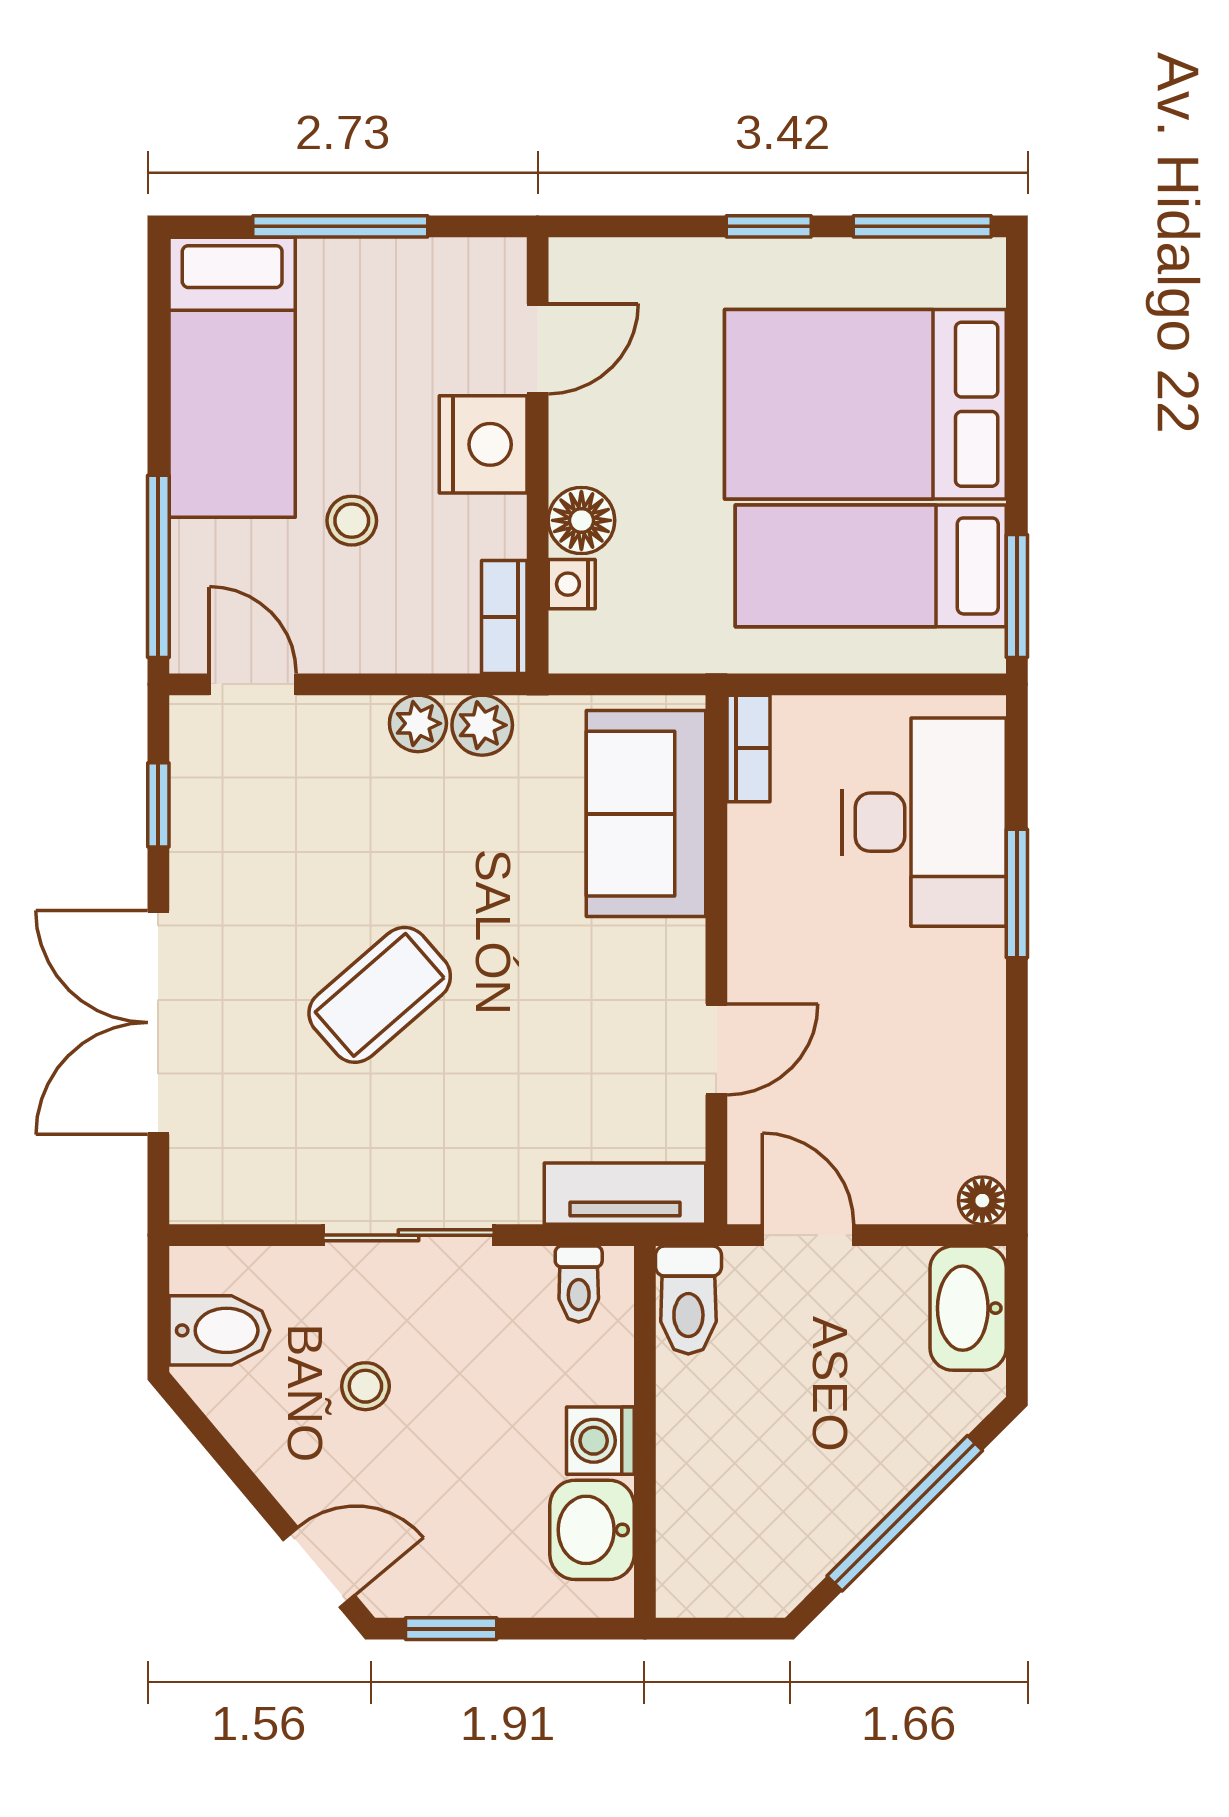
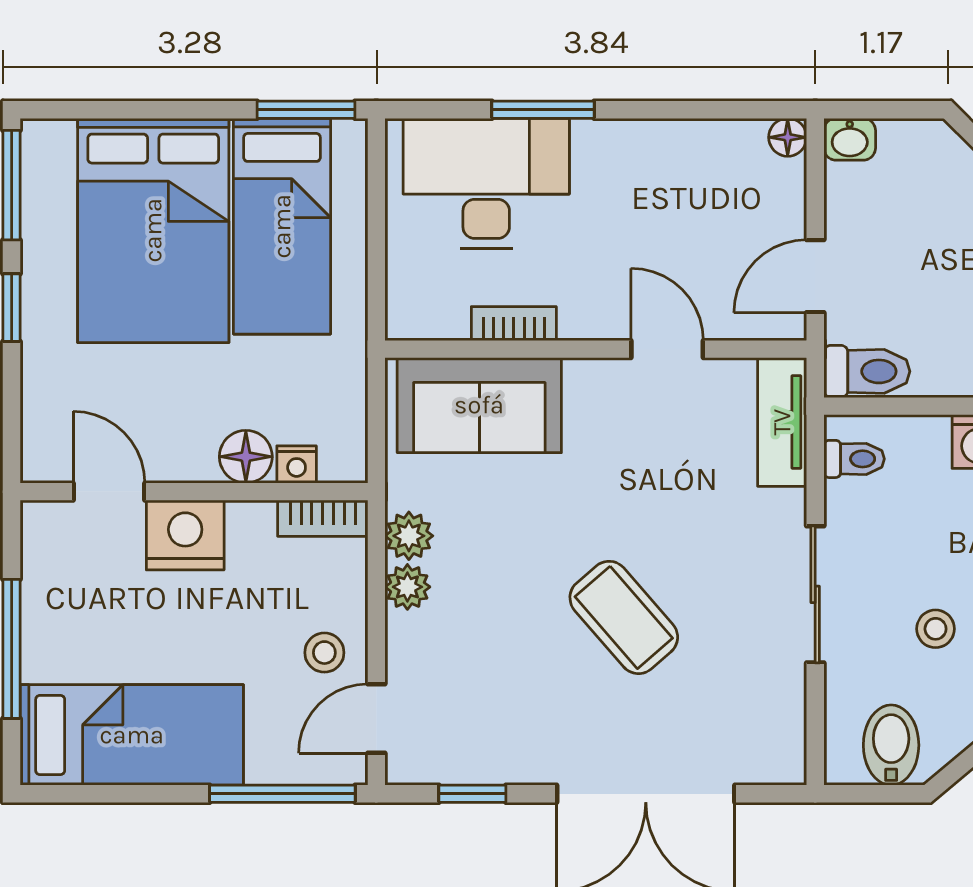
stool: (352, 521) -> (324, 653), moved
bookcase: (749, 748) -> (514, 324), moved
washbasin: (968, 1308) -> (850, 139), width x0.52, depth x0.69

